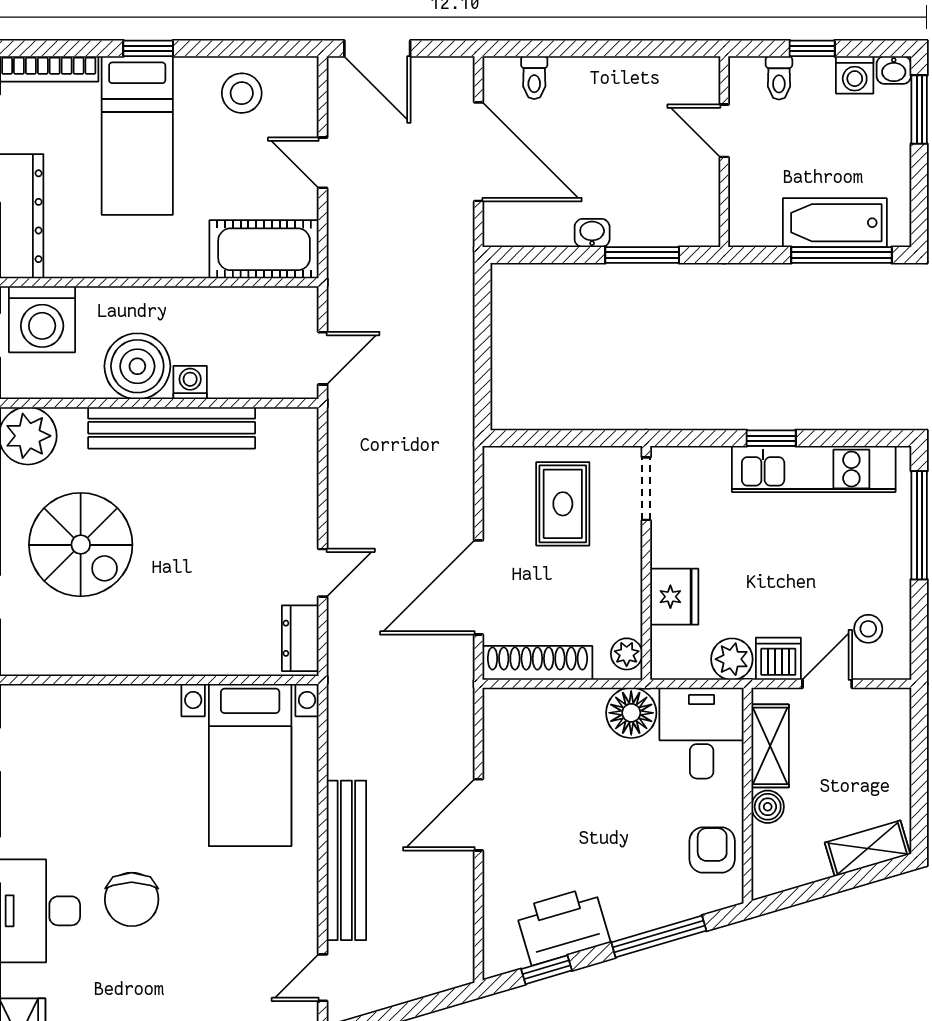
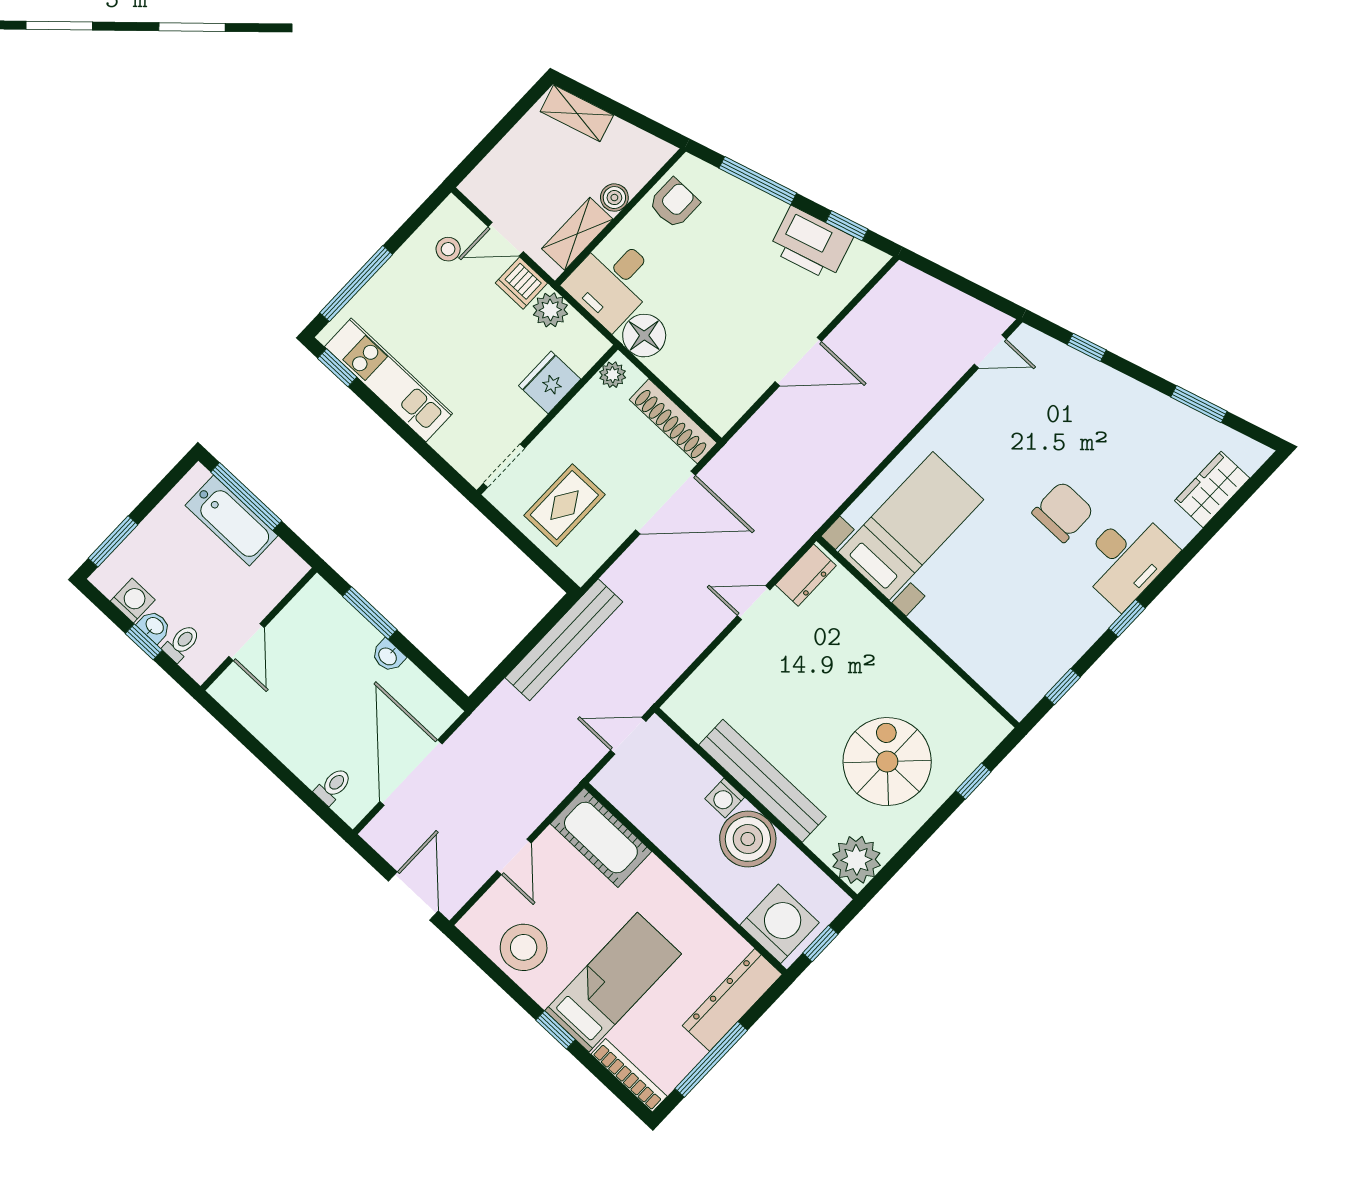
washbasin: (894, 70) -> (154, 626), moved
stool: (242, 93) -> (524, 947), width x1.38, depth x1.38
window: (771, 438) -> (337, 368), moved
armchair: (712, 850) -> (674, 203), turned 180
bench: (346, 860) -> (564, 640), moved

